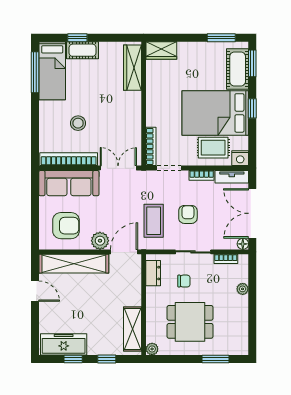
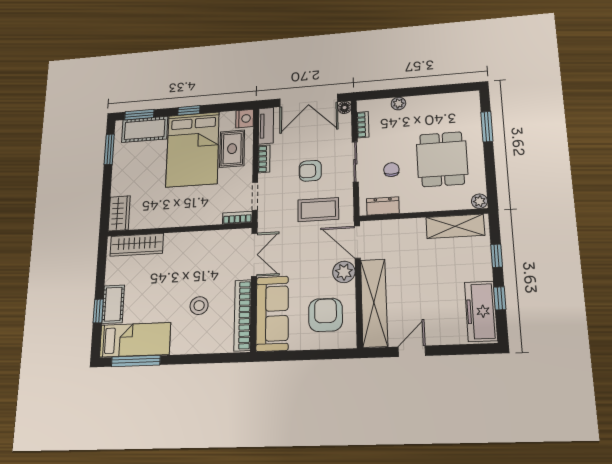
bookcase: (151, 146) -> (237, 218), width x0.64
double door: (118, 168) -> (254, 255), swing flipped

